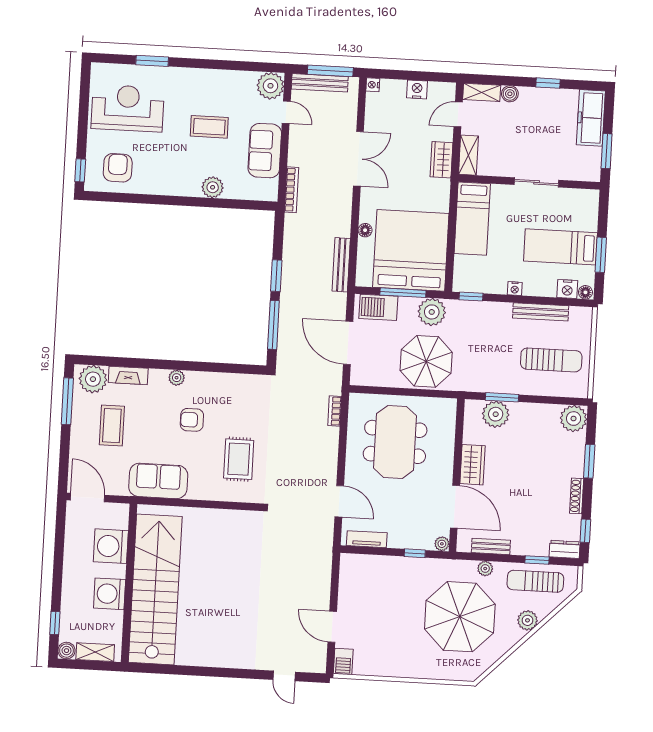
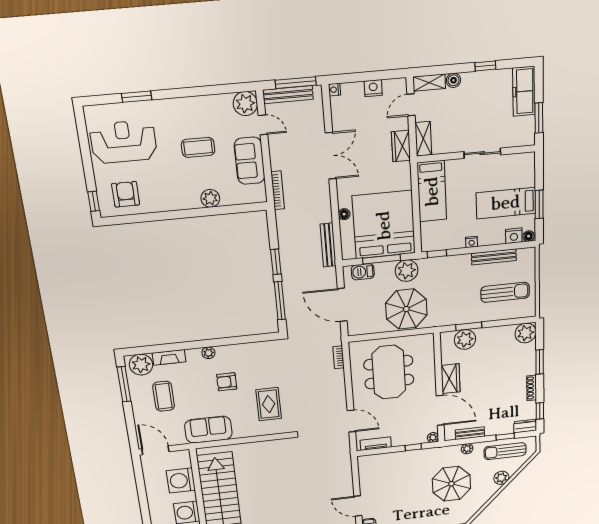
barbecue: (378, 307) -> (363, 272), width x0.73, depth x0.79
parasol: (460, 617) -> (451, 484), width x0.73, depth x0.73

